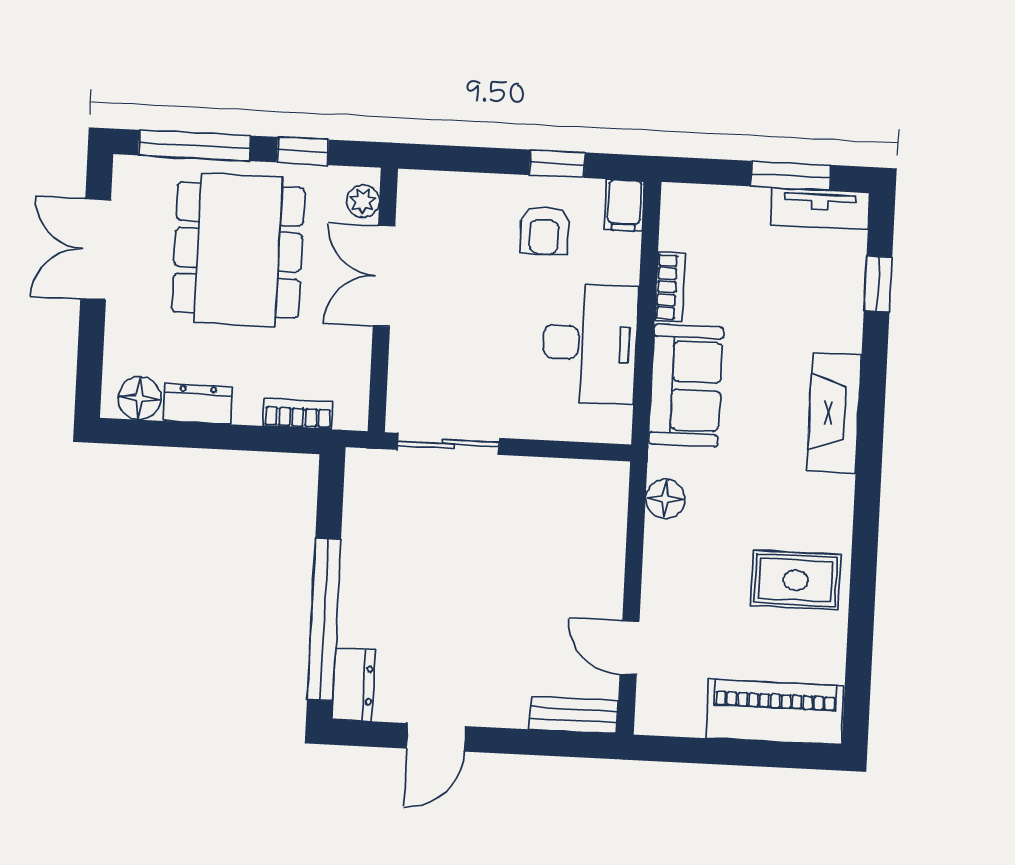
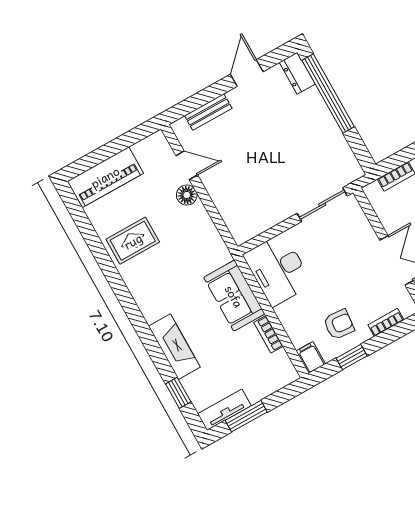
bookcase: (465, 185) -> (386, 322), added
armchair: (544, 230) -> (339, 324), turned 95
desk: (590, 343) -> (278, 270), moved
fireplace: (834, 413) -> (174, 347), moved
floor lamp: (665, 499) -> (187, 195), moved
bench: (574, 715) -> (208, 112), moved

